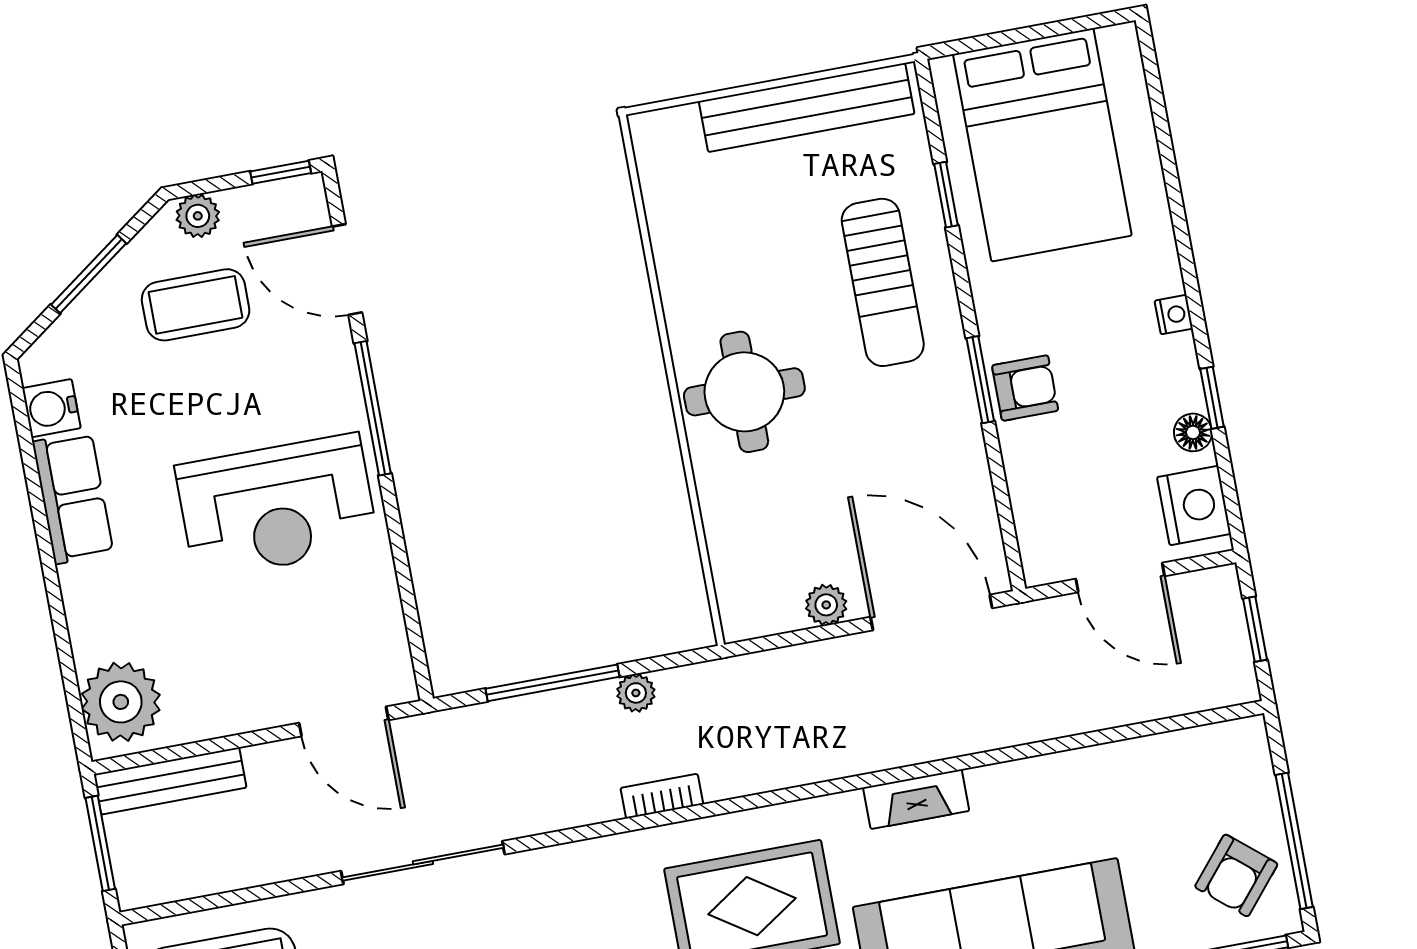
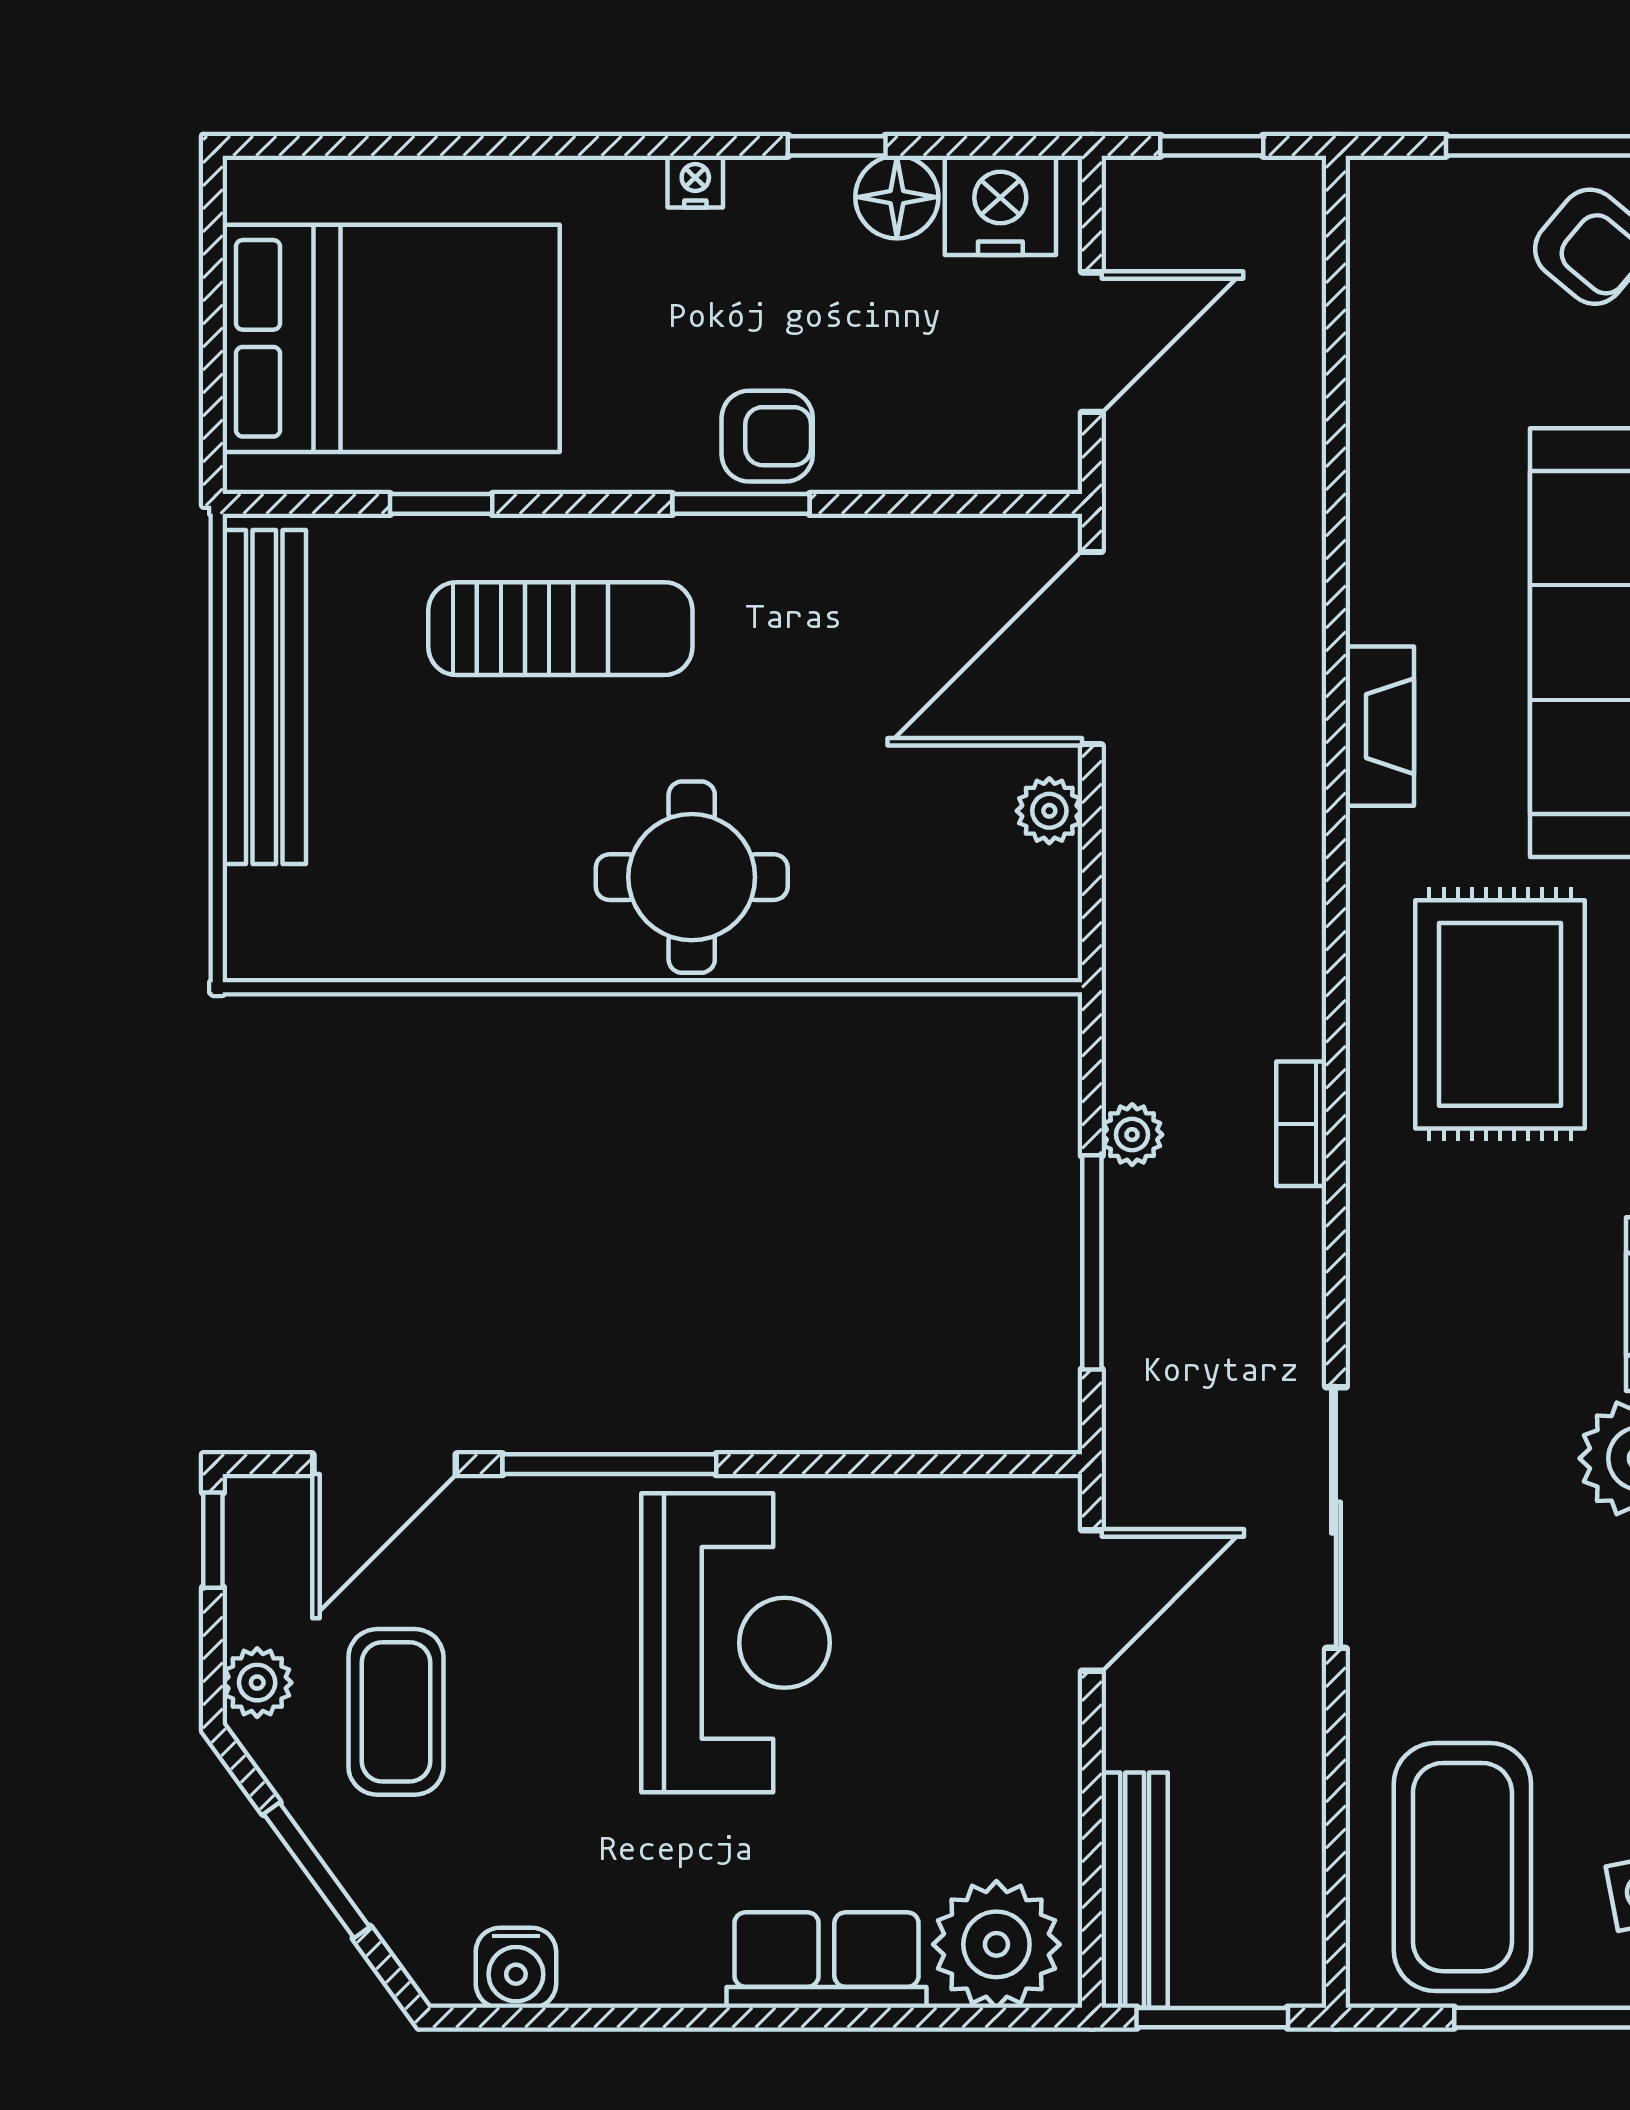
armchair: (1025, 388) -> (767, 436), turned 90
floor lamp: (1193, 432) -> (897, 197), width x1.37, depth x1.37
row of seats: (73, 498) -> (826, 1960), moved

